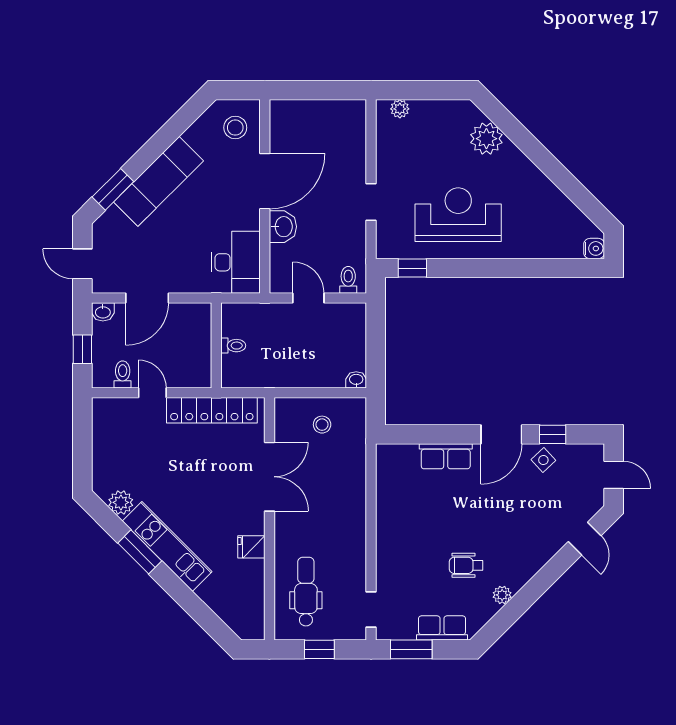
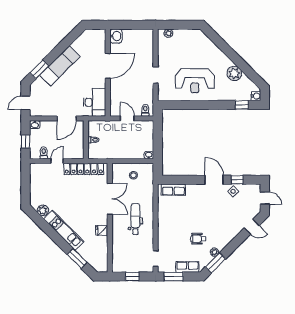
stool: (235, 128) -> (94, 42), removed
plant: (486, 139) -> (234, 73), moved
reception desk: (458, 215) -> (195, 81), turned 180
washbasin: (283, 227) -> (116, 36), moved
door: (82, 264) -> (25, 103), hinge flipped
window: (412, 268) -> (242, 105), moved
door: (147, 298) -> (67, 118), moved
door: (152, 393) -> (57, 161), hinge flipped
door: (501, 434) -> (214, 180), swing flipped
row of seats: (446, 456) -> (173, 190), moved
door: (585, 539) -> (252, 227), hinge flipped
window: (140, 552) -> (77, 258), moved
dental chair: (306, 592) -> (135, 219), moved
window: (504, 619) -> (215, 263), added

